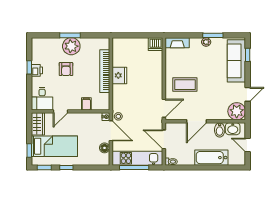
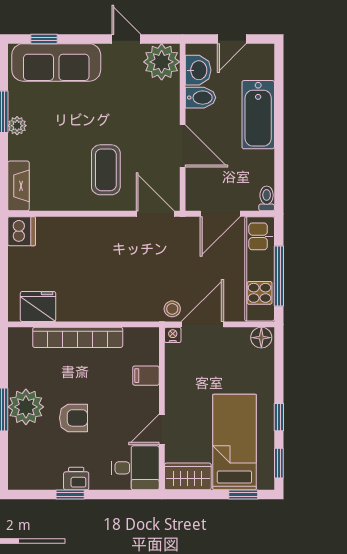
fridge: (119, 75) -> (38, 306), moved
door: (61, 111) -> (162, 429), swing flipped
floor lamp: (105, 148) -> (261, 338), moved

